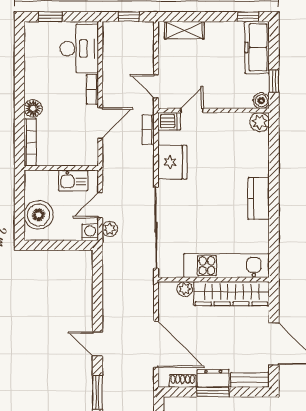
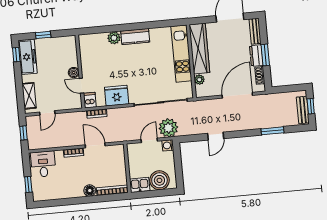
freezer: (257, 47) -> (28, 57), moved, turned -90
desk: (79, 49) -> (43, 164), width x0.73
window: (274, 81) -> (43, 35), moved
door: (156, 86) -> (47, 113), moved
boiler: (261, 101) -> (74, 73), moved
plant: (260, 122) -> (114, 38), moved
kitchen sink: (73, 180) -> (140, 185), moved, turned -90
door: (100, 205) -> (149, 140), swing flipped
plant: (110, 229) -> (168, 128), width x1.88, depth x1.88
door: (97, 344) -> (216, 136), moved

